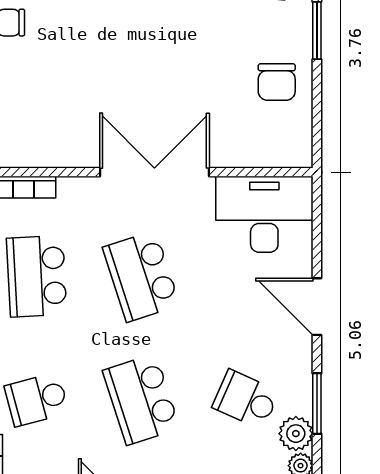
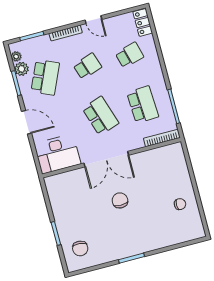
chair: (277, 82) -> (120, 200), moved
school desk: (141, 399) -> (87, 66), width x0.54
school desk: (246, 399) -> (45, 77), width x1.85

